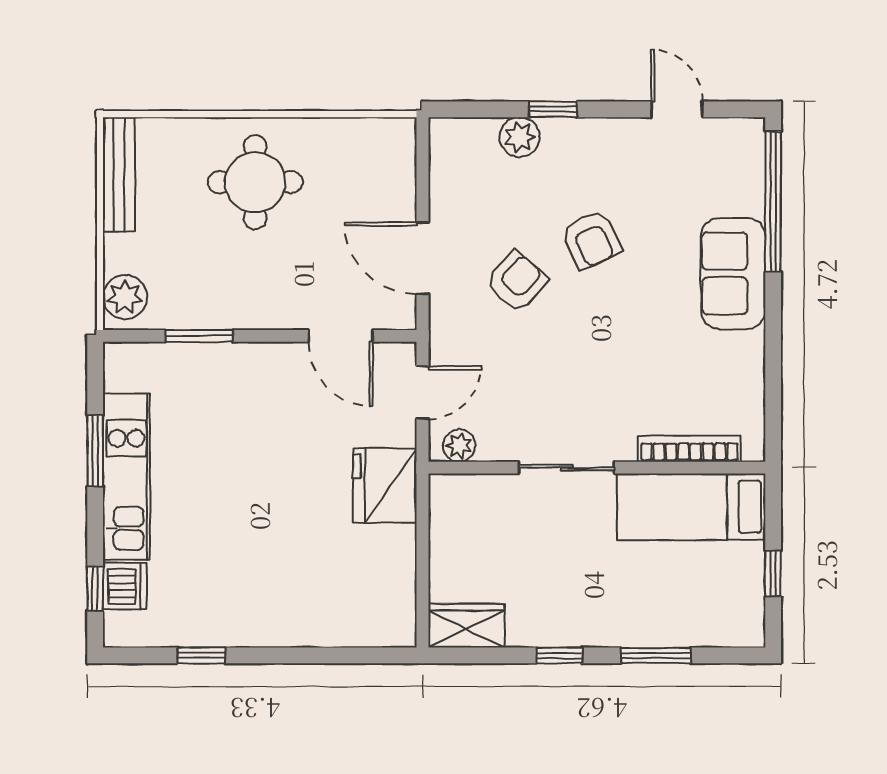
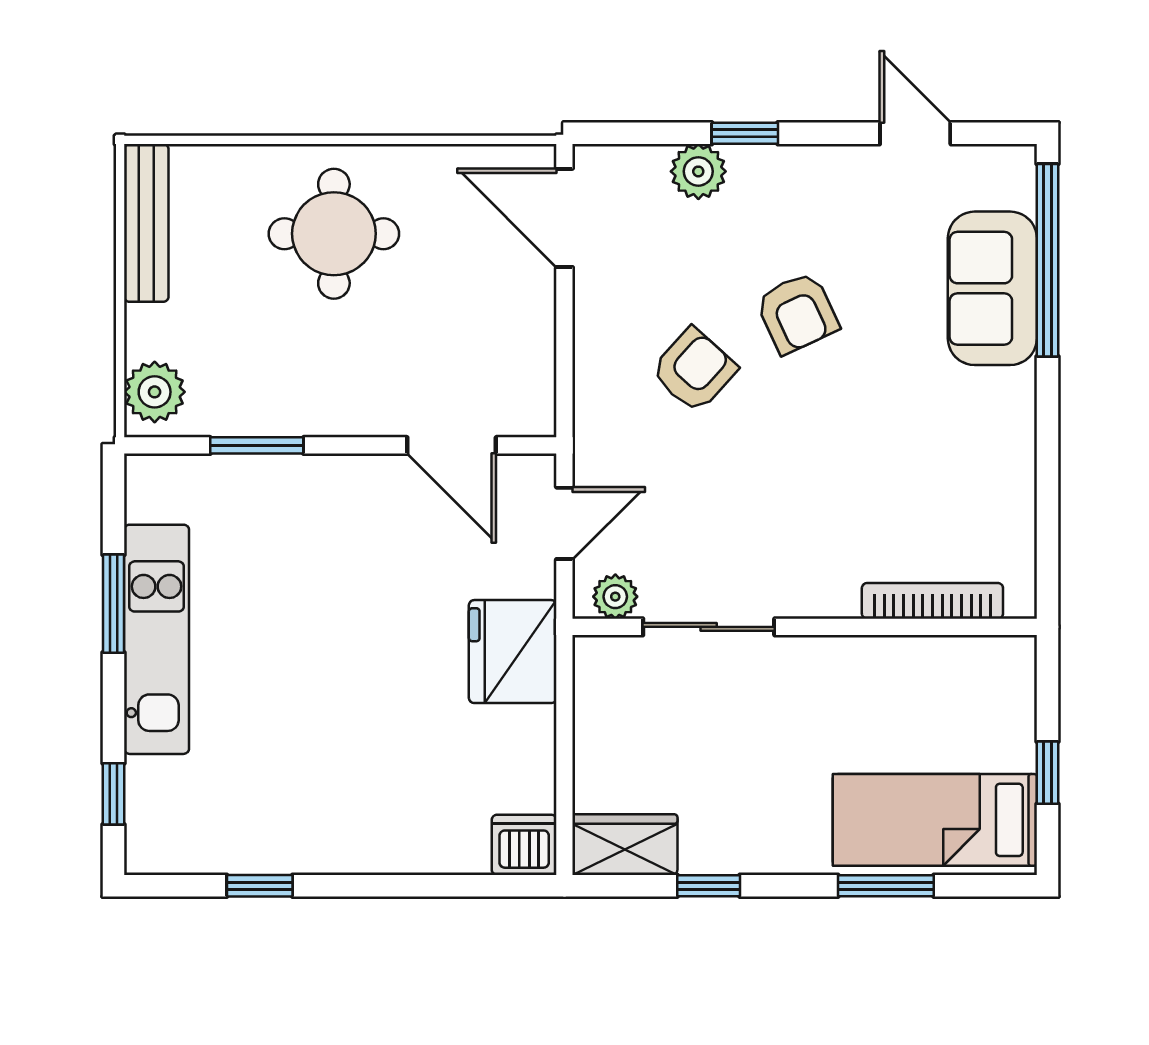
door: (422, 258) -> (564, 218), moved
sofa: (733, 274) -> (992, 288), moved
sliding door: (567, 468) -> (709, 627), moved
bed: (691, 507) -> (935, 820), moved
dishwasher: (125, 586) -> (524, 845), moved, turned -90
window: (559, 655) -> (709, 886), moved

